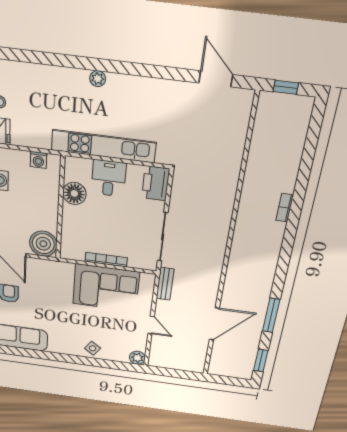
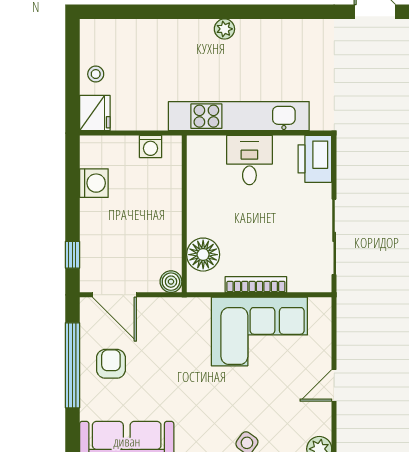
floor lamp: (74, 193) -> (203, 255), moved
boiler: (43, 244) -> (171, 282), width x0.54, depth x0.54
bench: (165, 284) -> (347, 311), removed
door: (151, 325) -> (334, 385), swing flipped

